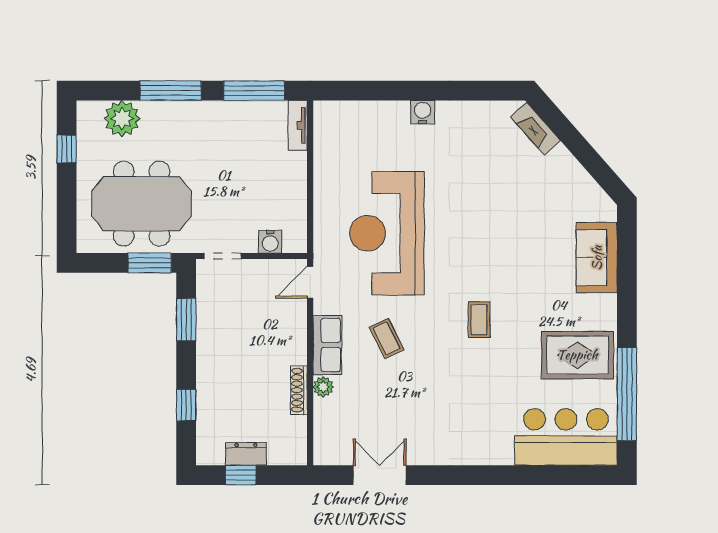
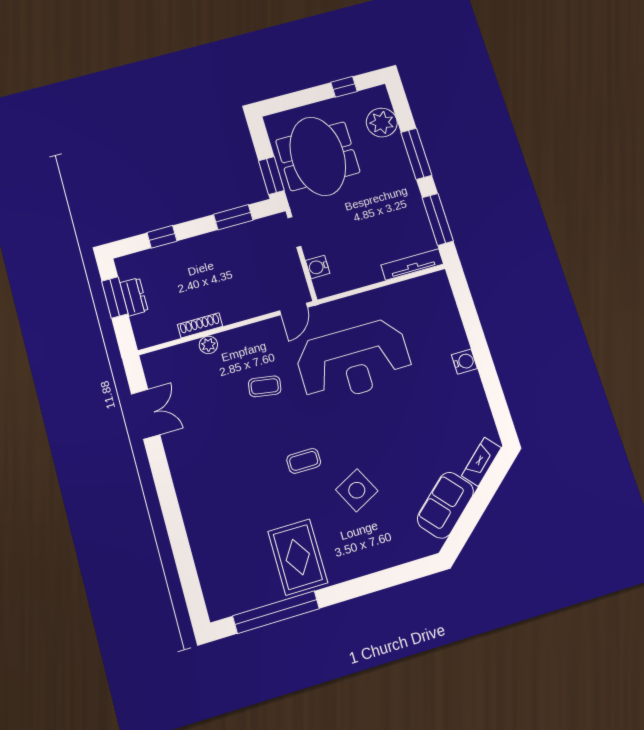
tv unit: (298, 125) -> (412, 265), width x1.41
reception desk: (387, 233) -> (354, 361), turned 180
sofa: (597, 258) -> (445, 505), moved, turned -41
side table: (527, 272) -> (357, 490), added
door: (310, 282) -> (294, 309), swing flipped
coffee table: (387, 339) -> (265, 386), turned 35
row of seats: (327, 345) -> (245, 338), removed
bar counter: (566, 437) -> (223, 568), removed
window: (241, 475) -> (115, 297), width x1.50

